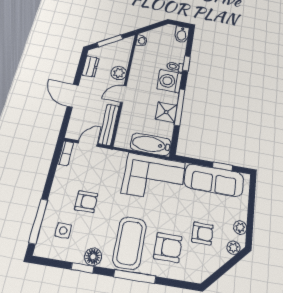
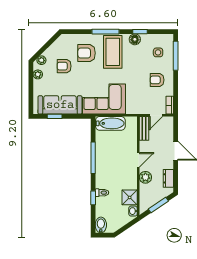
washing machine: (170, 81) -> (104, 179), removed
shower: (166, 112) -> (130, 197), moved
bench: (109, 125) -> (144, 128), width x0.73
armchair: (86, 202) -> (157, 80), moved

